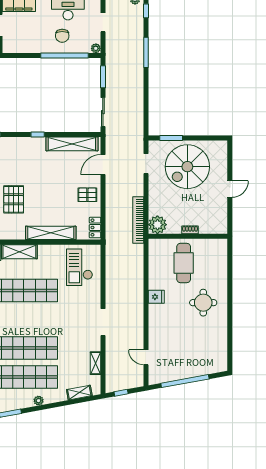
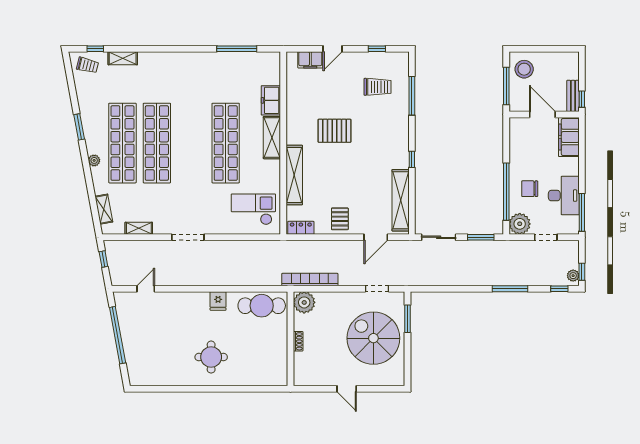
plant: (96, 48) -> (520, 224), width x1.87, depth x1.87
door: (103, 165) -> (376, 237), swing flipped
cafe table: (184, 263) -> (262, 306), moved

